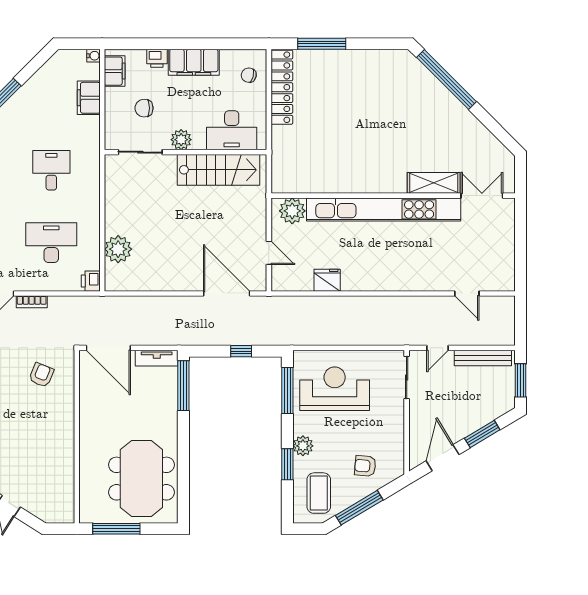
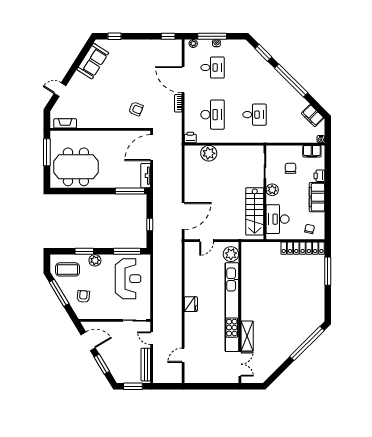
filing cabinet: (89, 98) -> (313, 116), moved, turned -135
fridge: (327, 280) -> (191, 304), moved
fireplace: (66, 497) -> (65, 123), added

